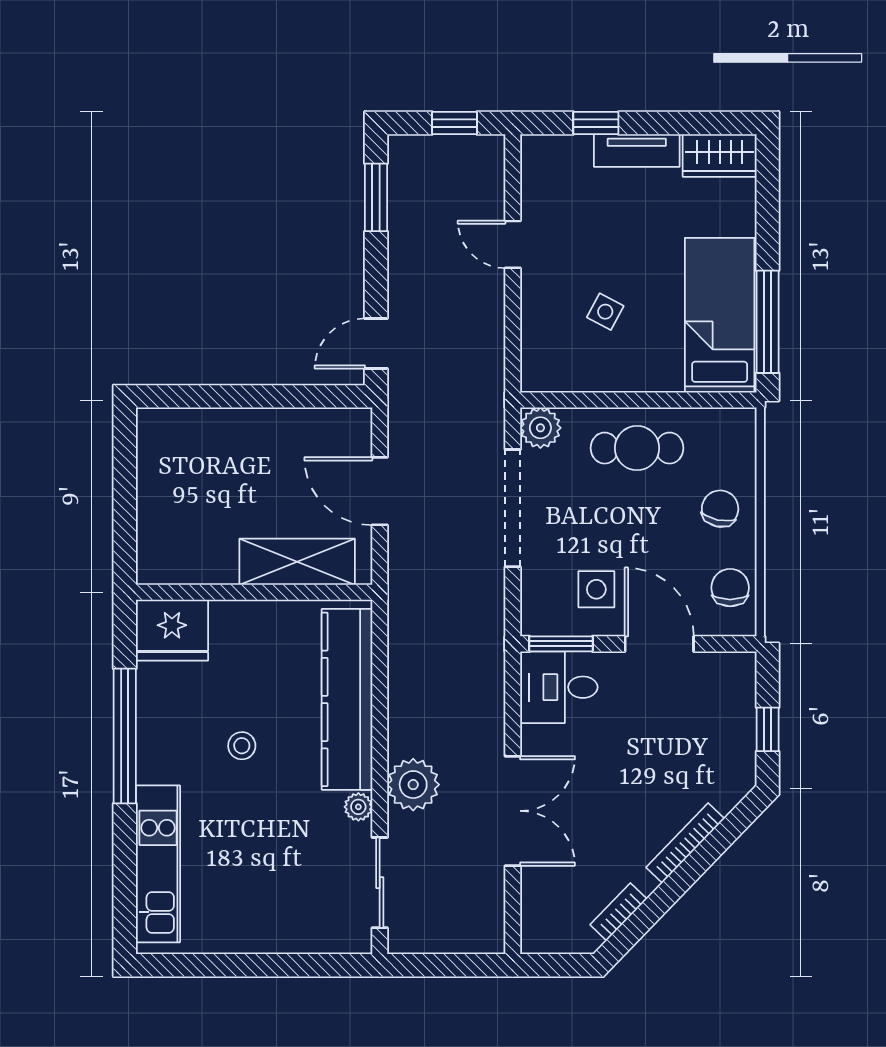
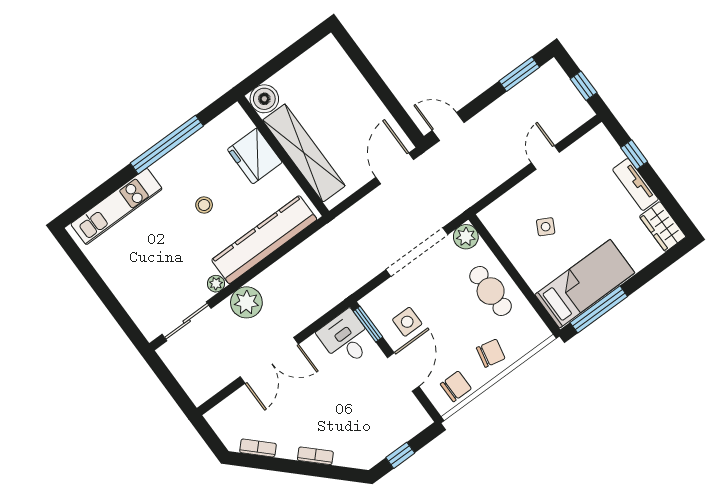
door: (380, 491) -> (395, 168), moved
boiler: (159, 561) -> (264, 99), added
shelving: (297, 562) -> (304, 153), width x1.47
fridge: (172, 630) -> (255, 156), moved
bookcase: (685, 843) -> (315, 456), width x0.64

